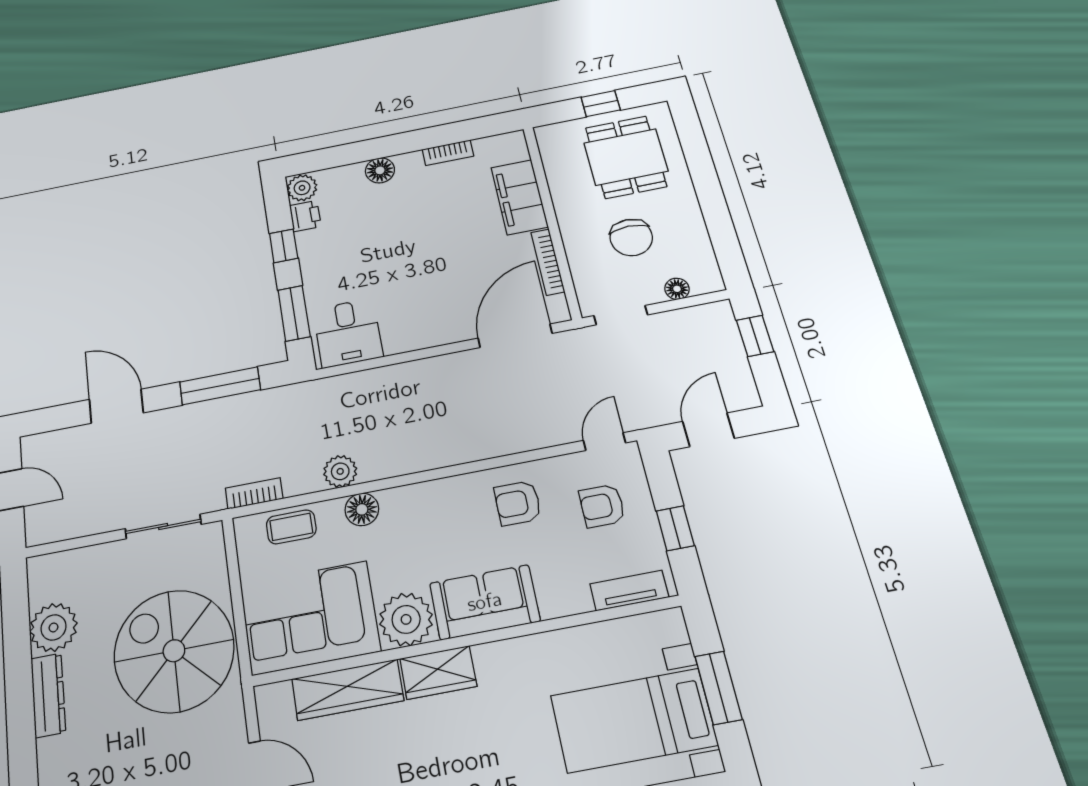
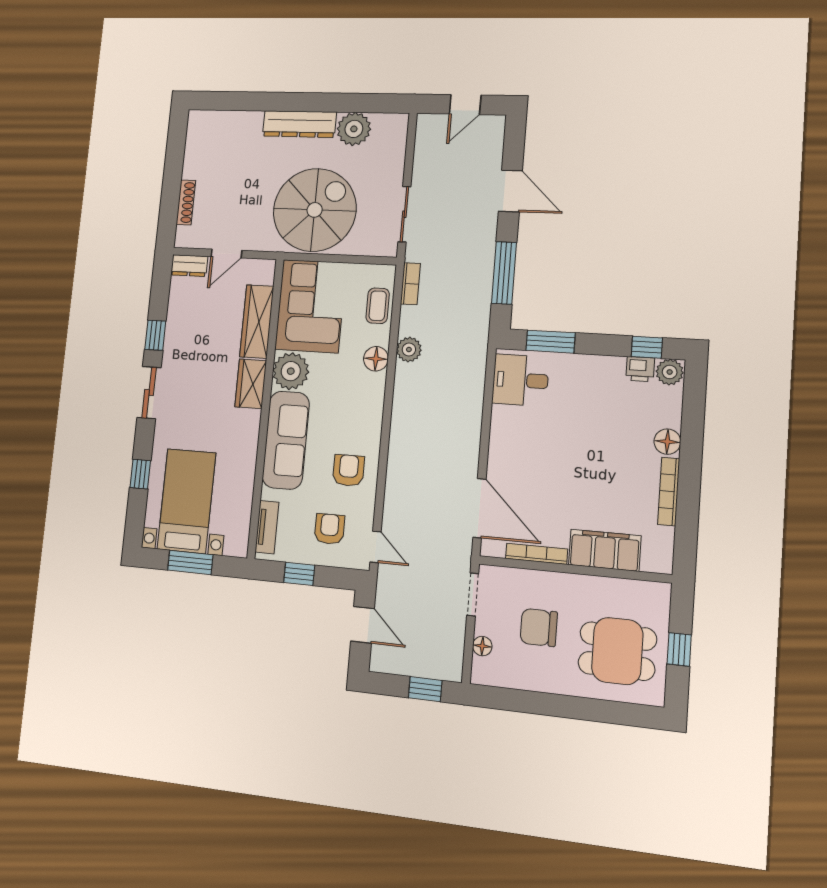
bookcase: (448, 153) -> (669, 491), width x1.56
window: (284, 246) -> (647, 347), moved
door: (116, 406) -> (510, 191), hinge flipped
sofa: (485, 602) -> (286, 440), width x1.36
dresser: (48, 695) -> (299, 124), width x1.37, depth x1.24

